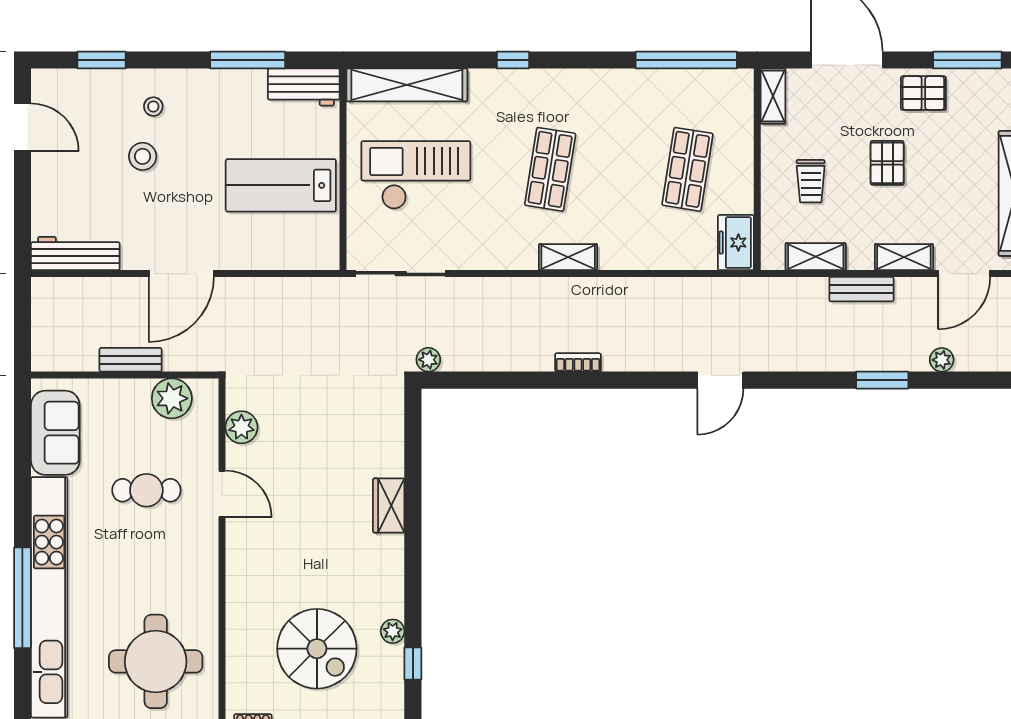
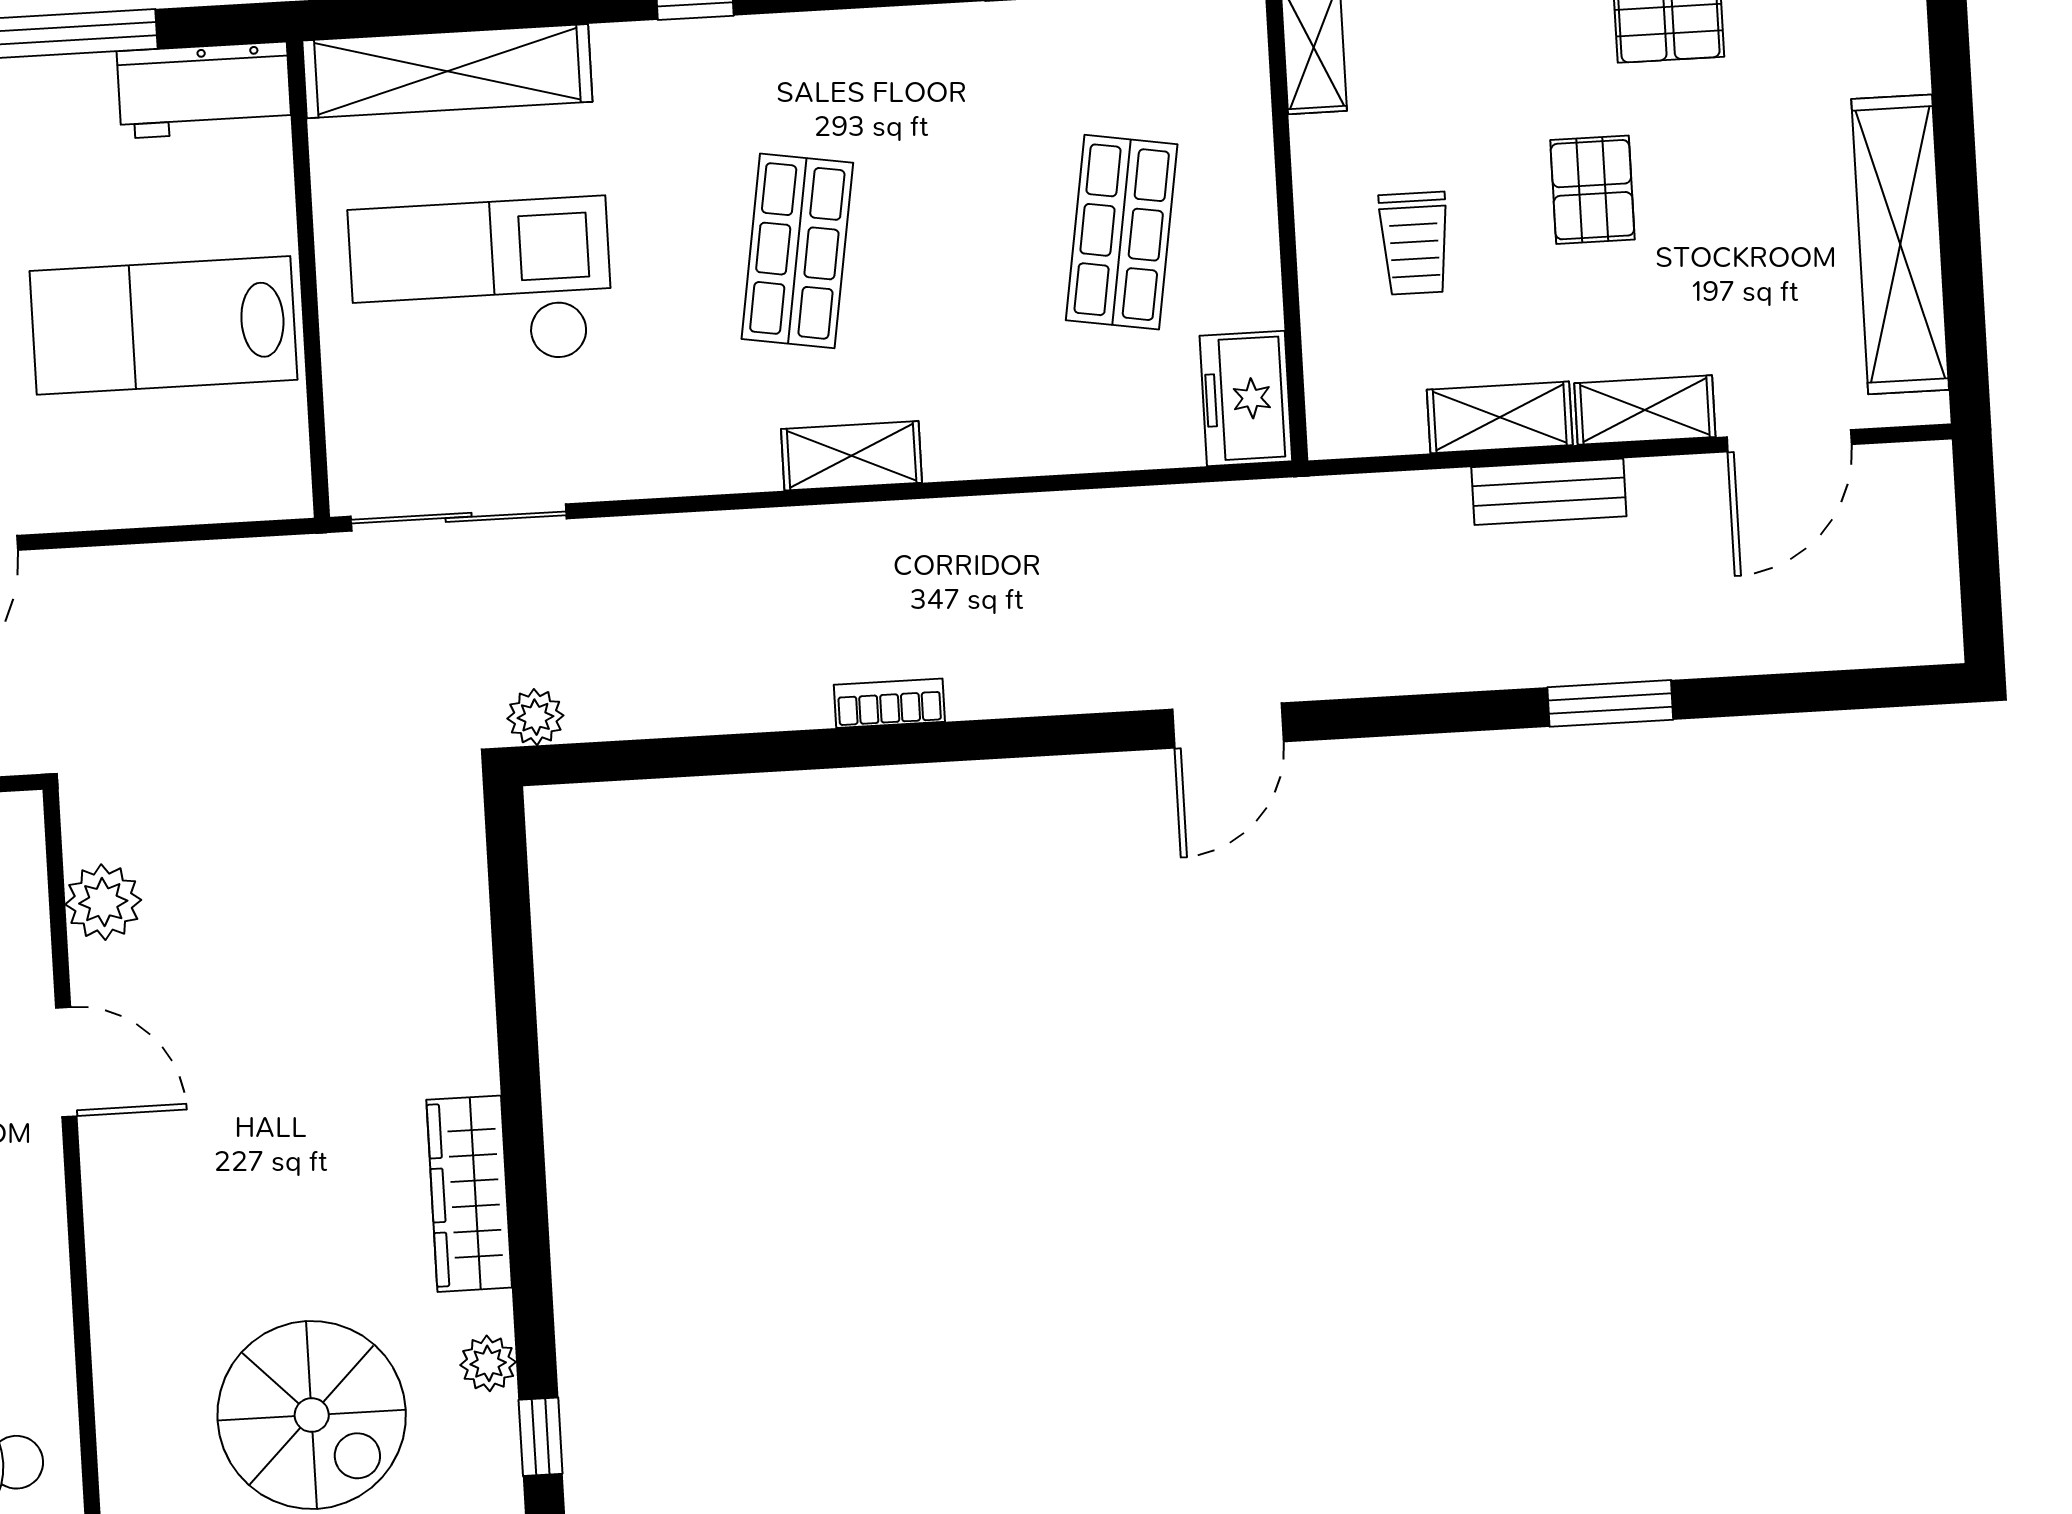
shelving: (816, 257) -> (1500, 417), moved
plant: (942, 360) -> (1748, 647), removed
wardrobe: (389, 505) -> (469, 1194), moved, width x1.50

